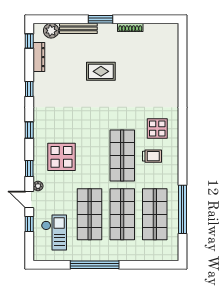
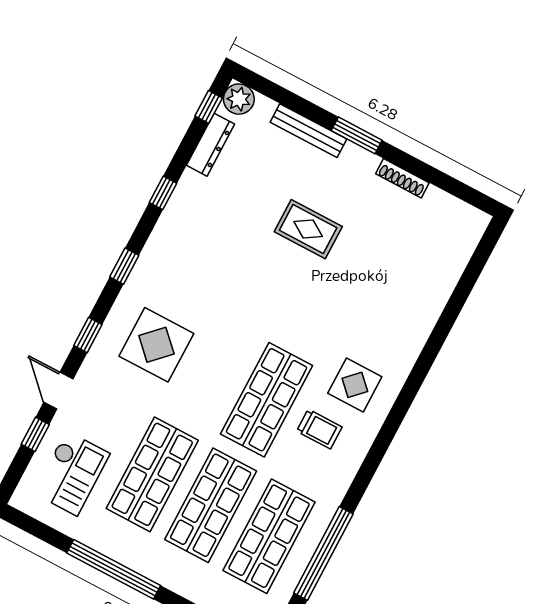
plant: (51, 31) -> (239, 99), moved
plant: (38, 186) -> (87, 375), removed

